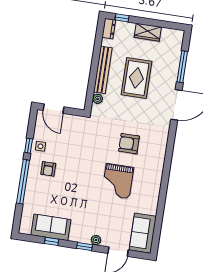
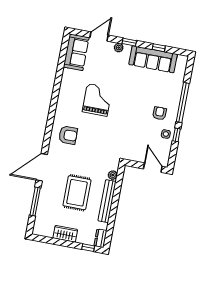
armchair: (129, 144) -> (68, 135), moved
sofa: (51, 227) -> (153, 59), width x1.36

